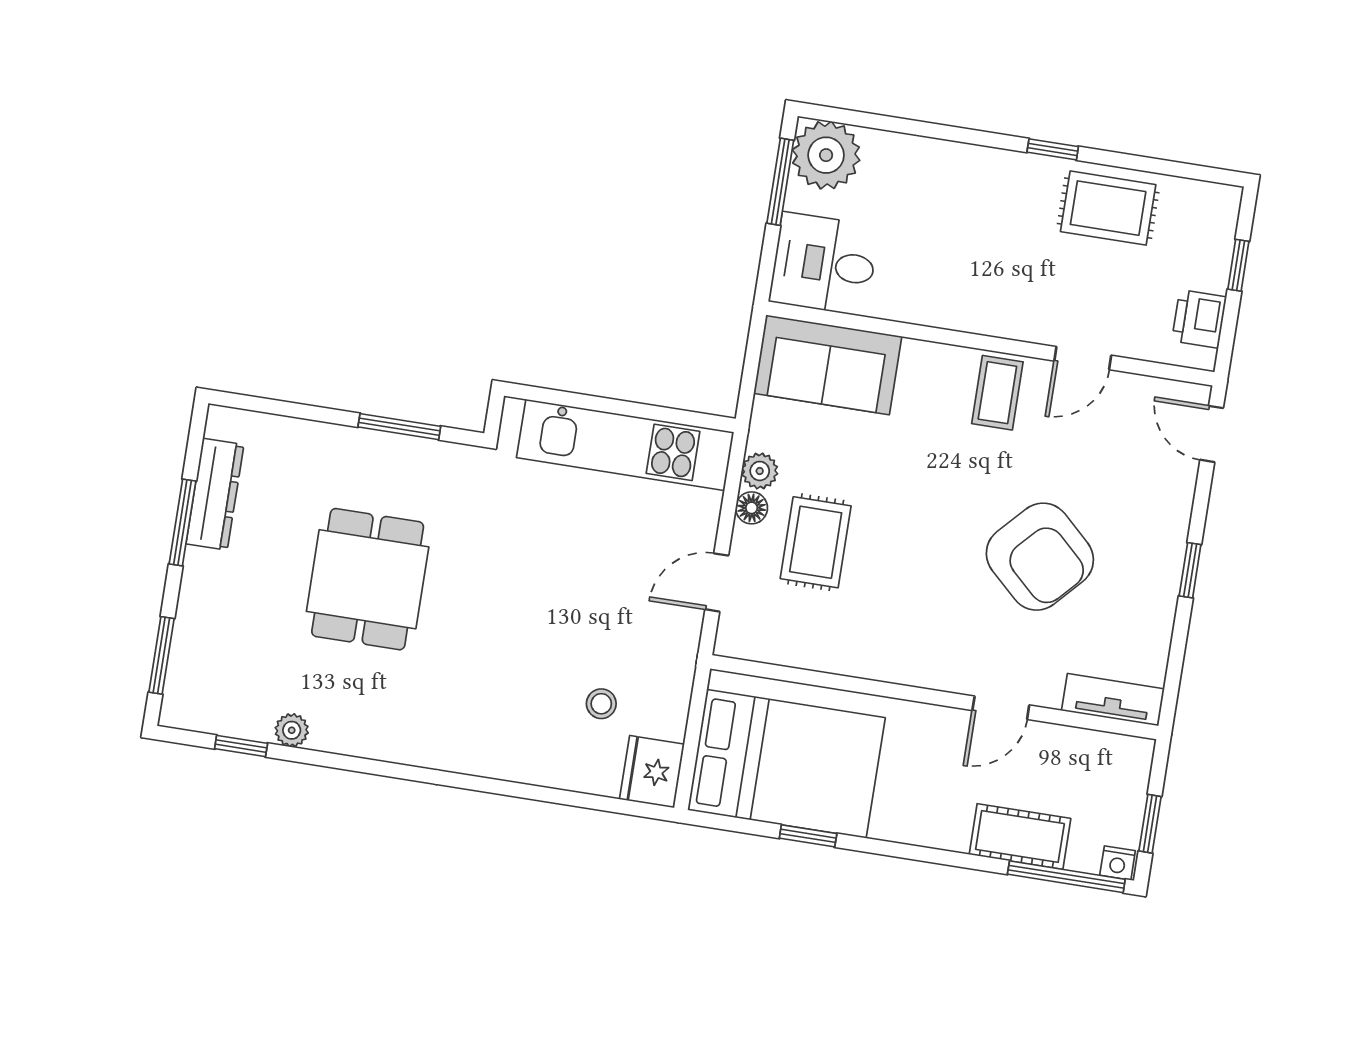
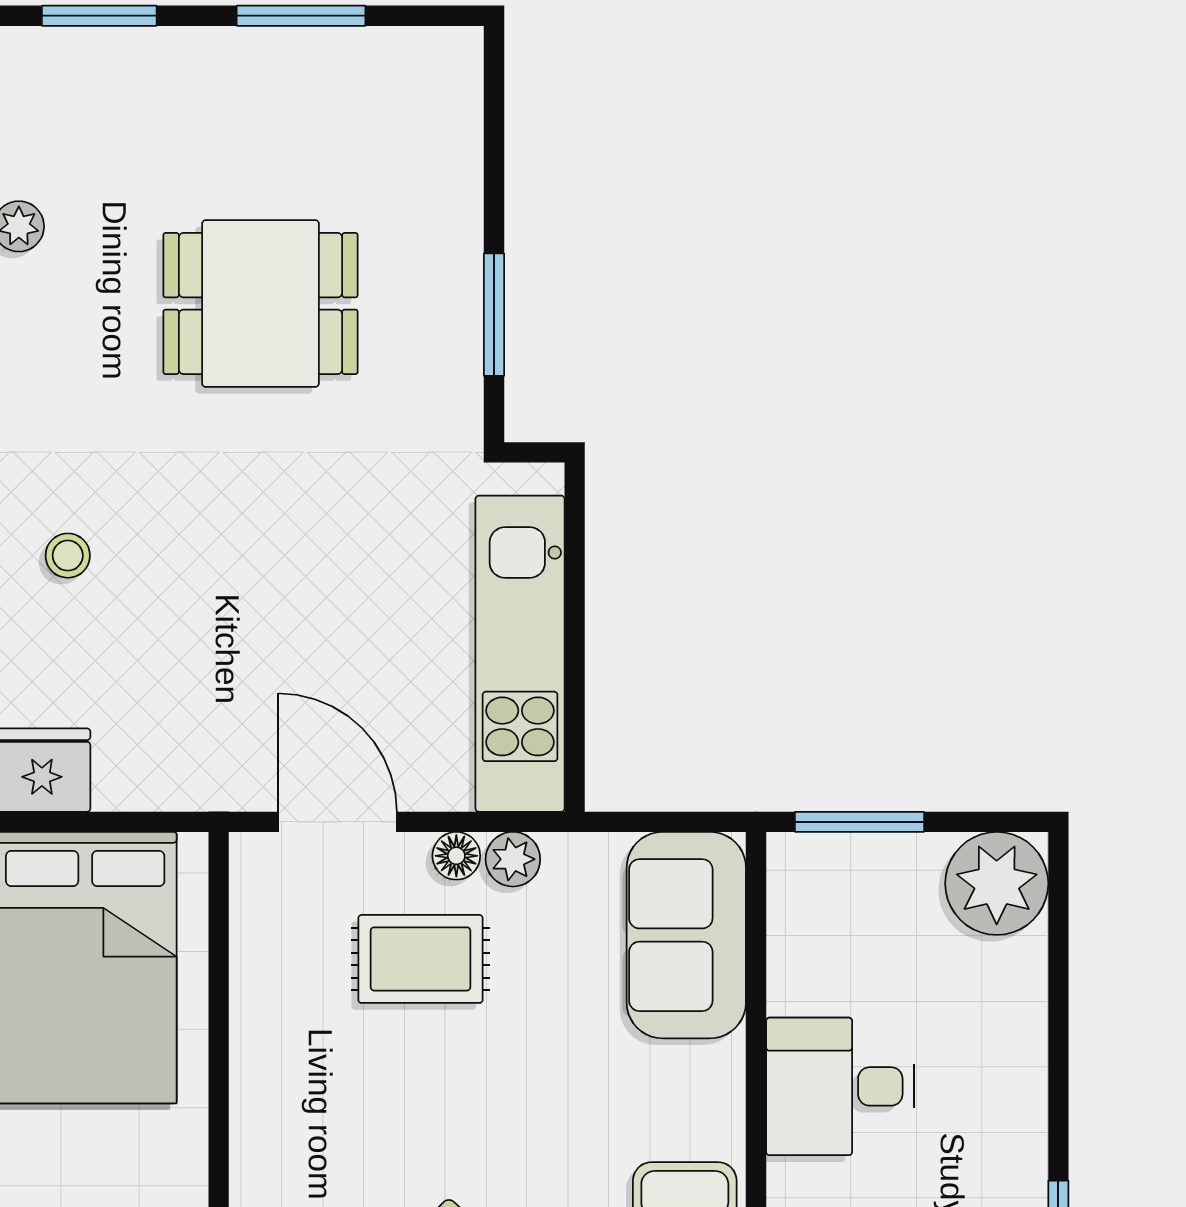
window: (780, 182) -> (860, 822), moved
desk: (824, 264) -> (840, 1086), moved, turned -90
dresser: (215, 494) -> (351, 57), removed
door: (717, 582) -> (338, 822), width x1.38
stool: (601, 704) -> (68, 556), moved

